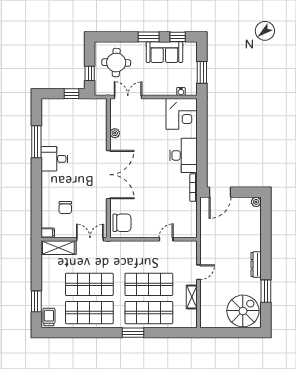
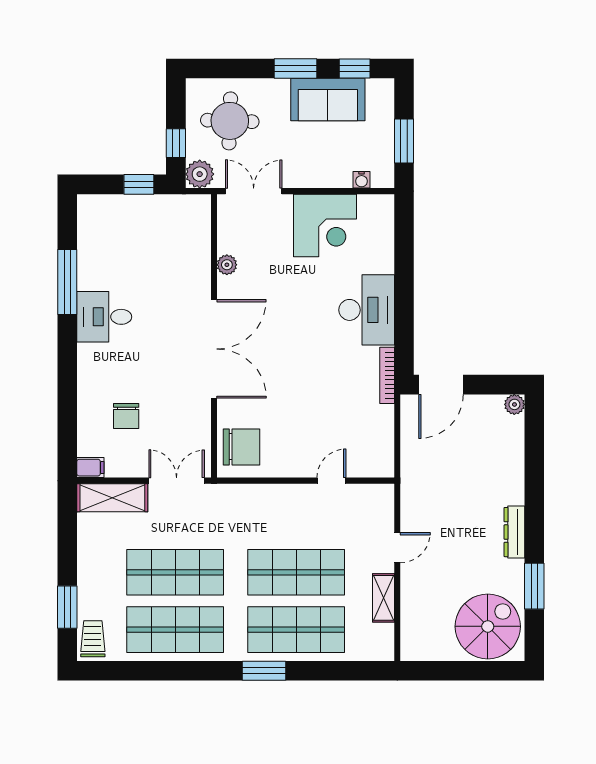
plant: (101, 89) -> (200, 174), added
corner desk: (182, 114) -> (325, 225), moved

